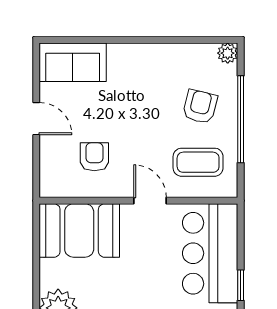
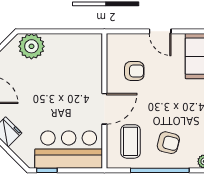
door: (36, 119) -> (160, 31), hinge flipped
door: (150, 201) -> (104, 109), width x1.38
booth: (79, 230) -> (84, 61), removed

